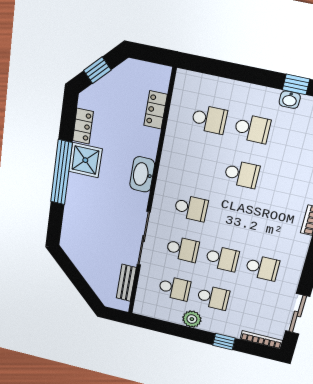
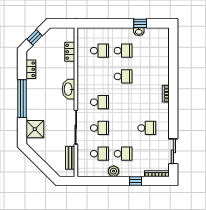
shower: (85, 160) -> (35, 129), moved
school desk: (222, 258) -> (123, 128), removed

